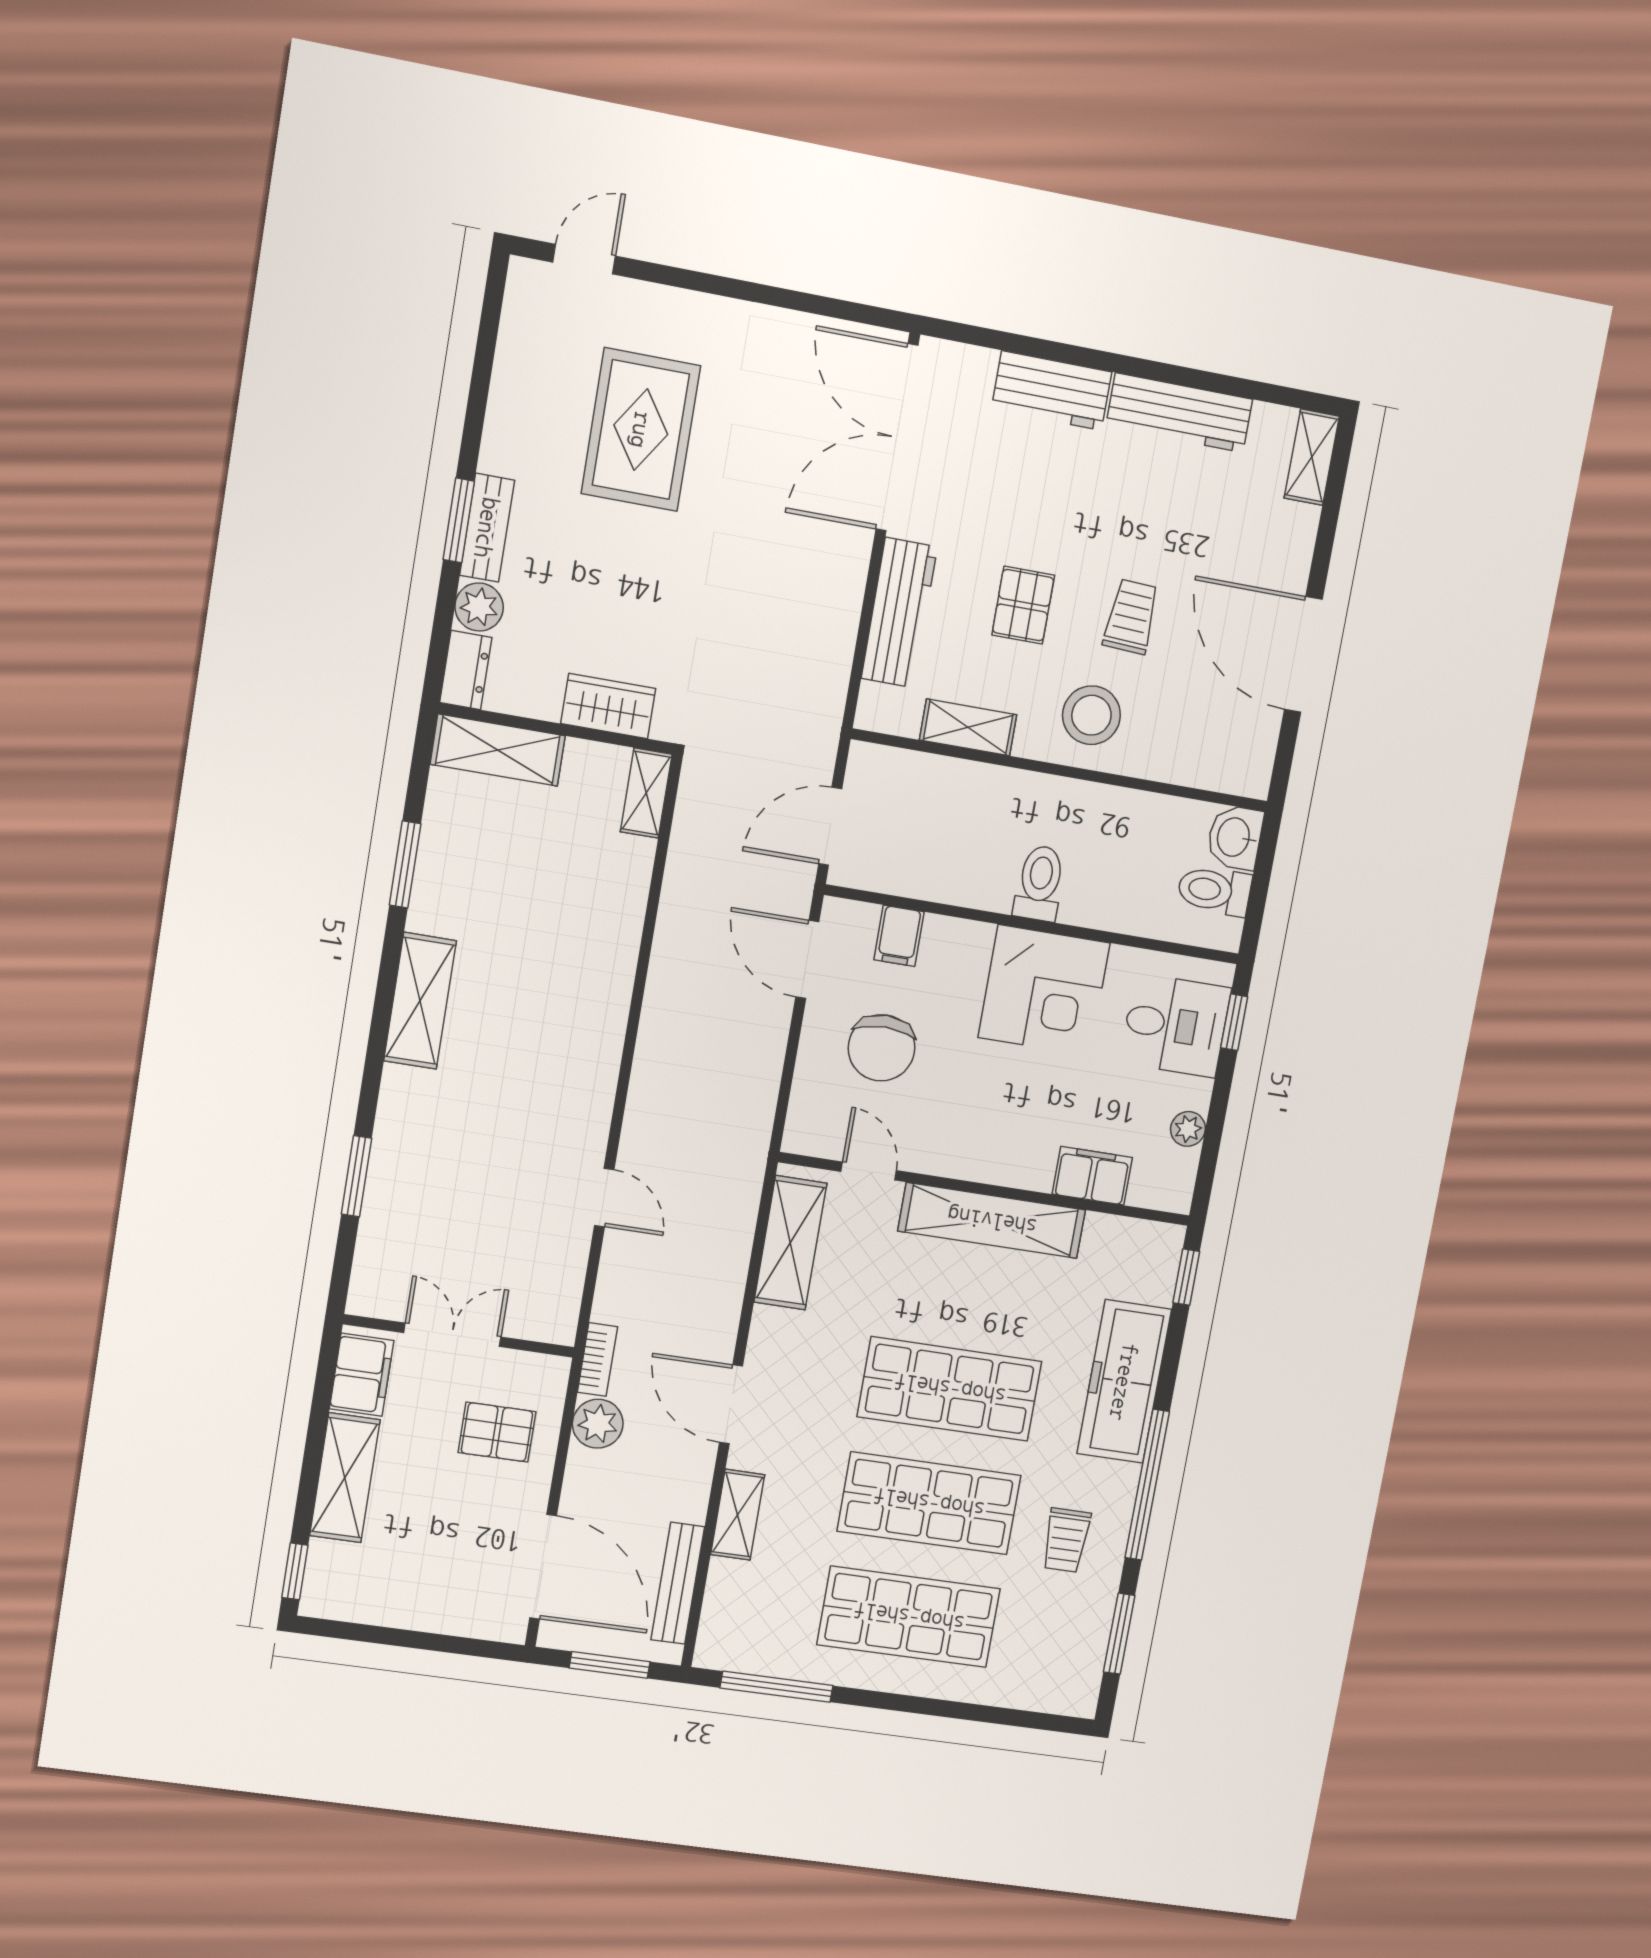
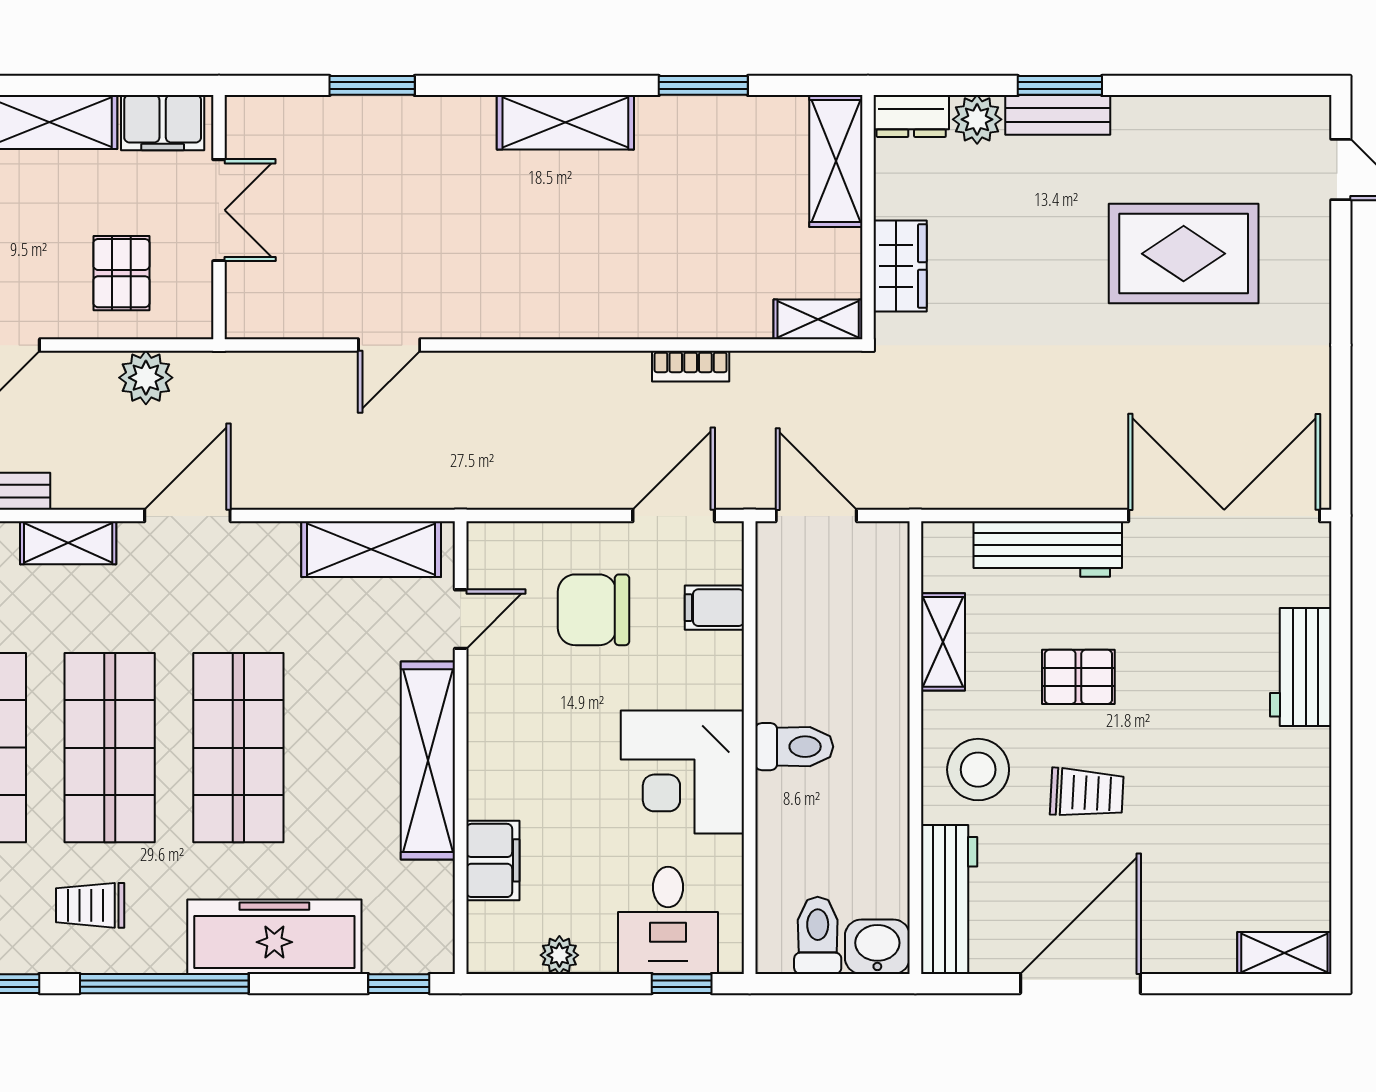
workbench: (1179, 413) -> (949, 900), moved, turned 180
bookcase: (598, 1360) -> (691, 366), moved

